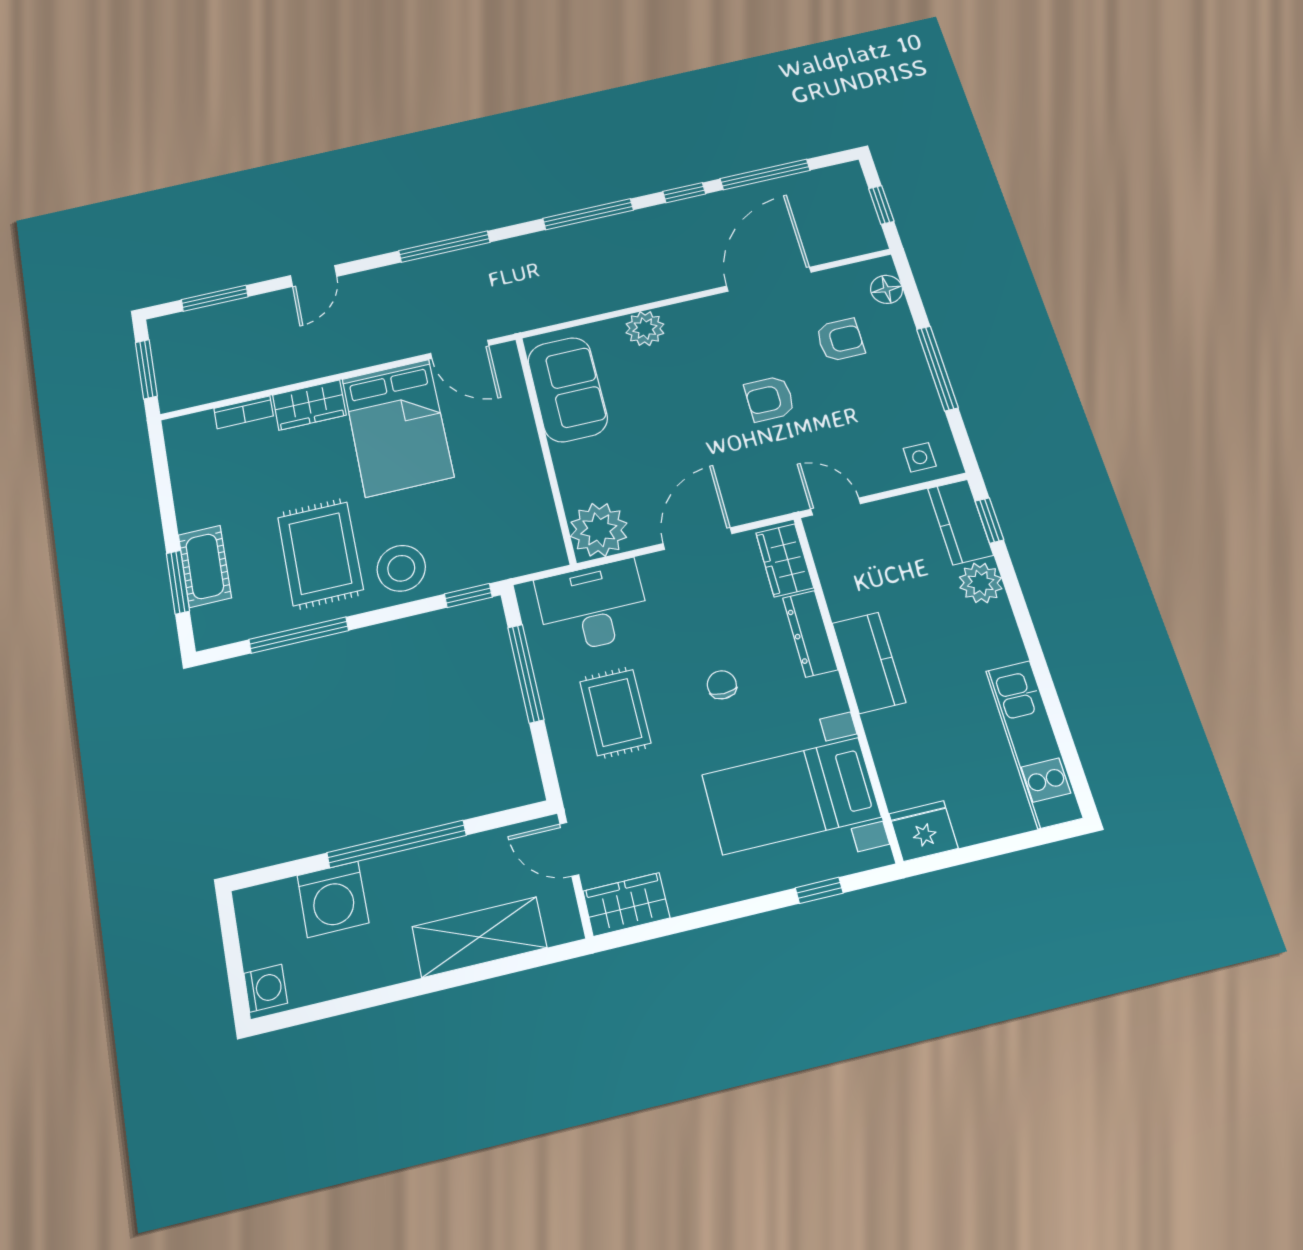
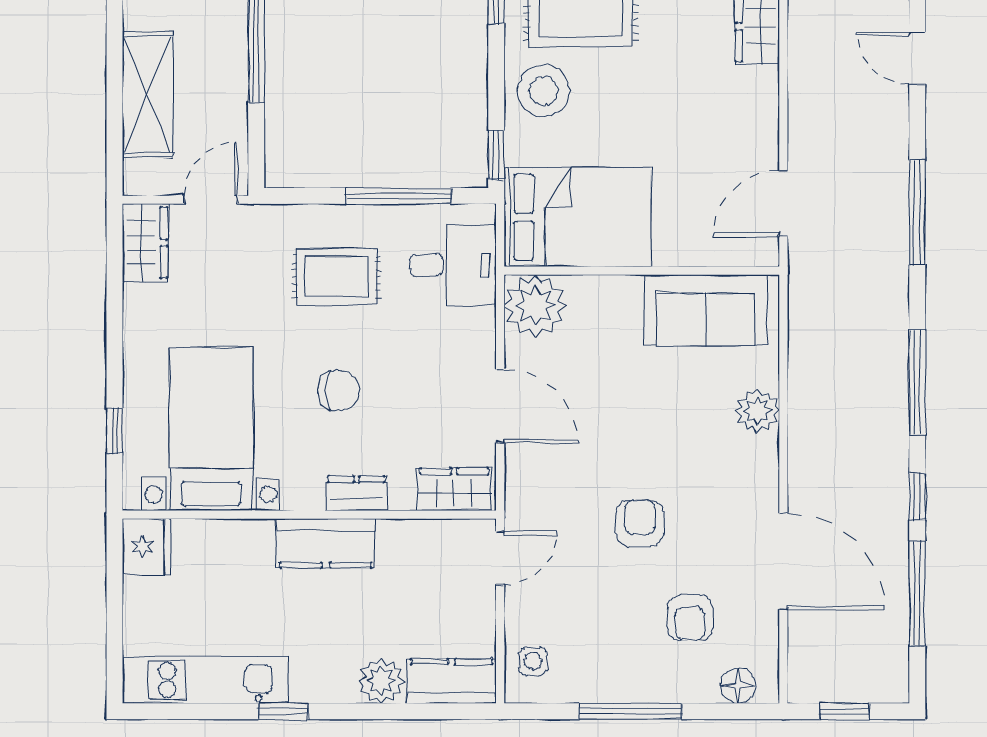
bed: (398, 428) -> (577, 217), moved, turned 180
window: (990, 520) -> (284, 711), moved
desk: (593, 606) -> (453, 265), width x0.73
dresser: (810, 634) -> (357, 493), width x0.70
chair: (722, 685) -> (339, 390), width x1.37, depth x1.37

